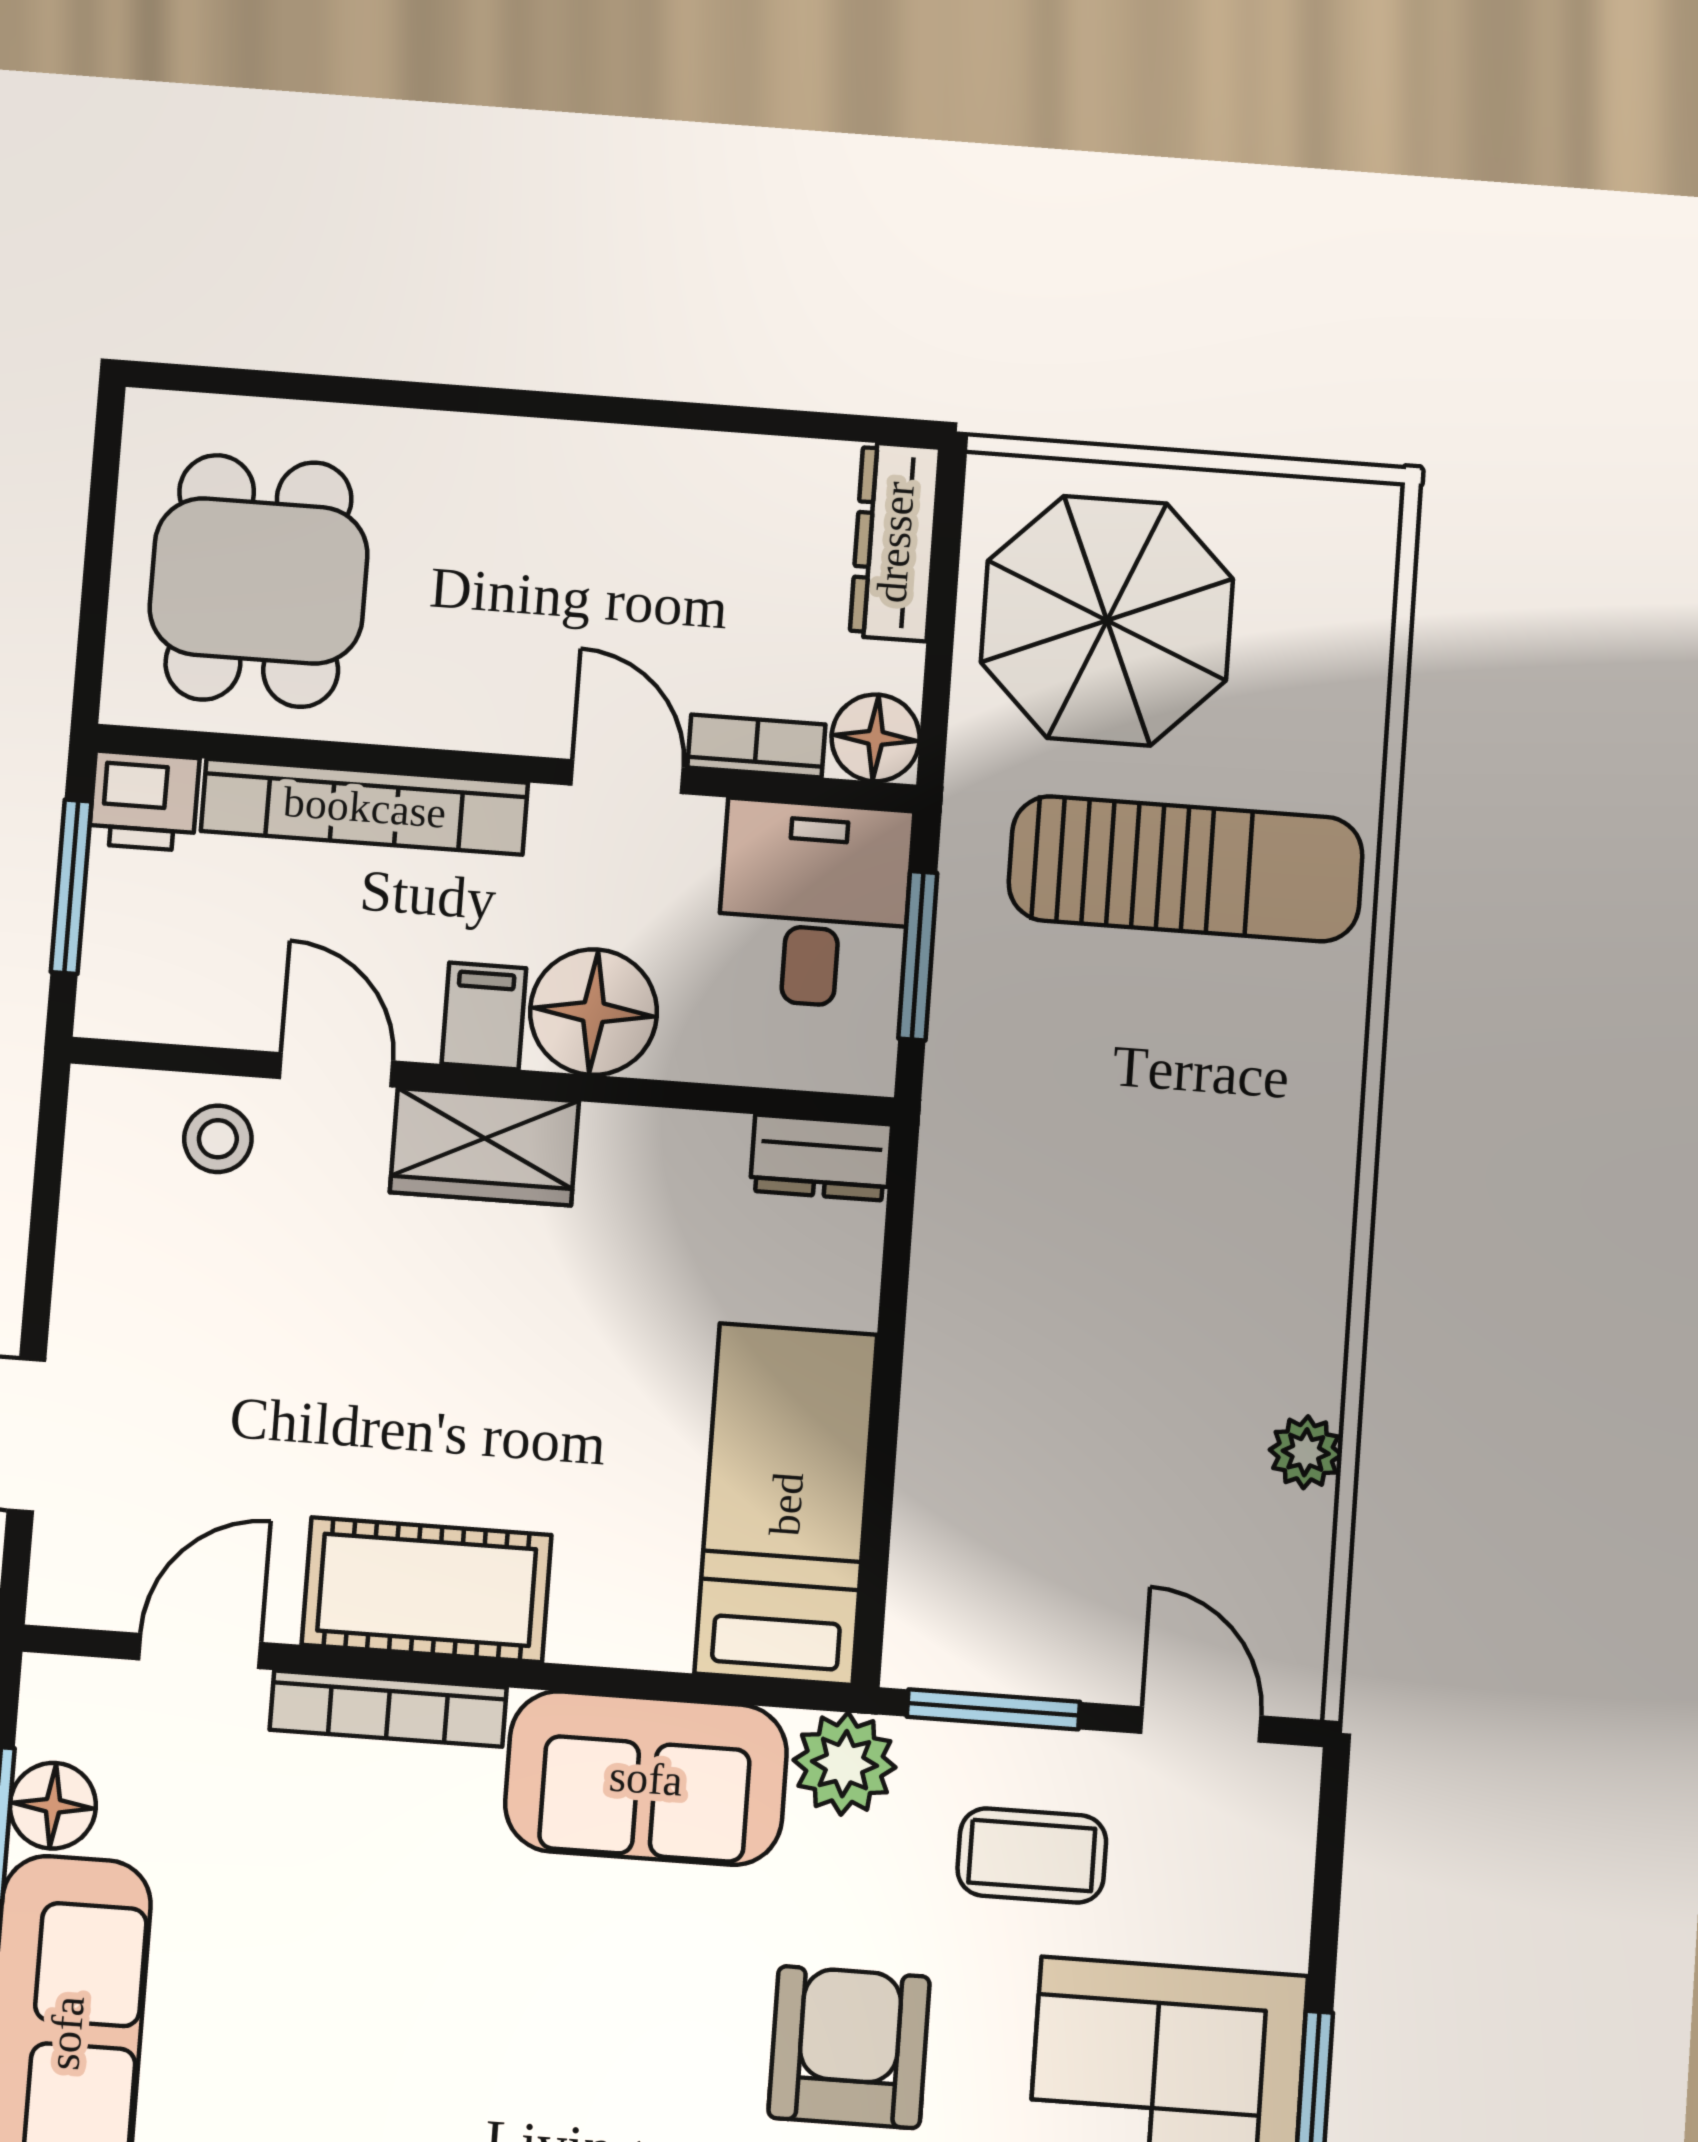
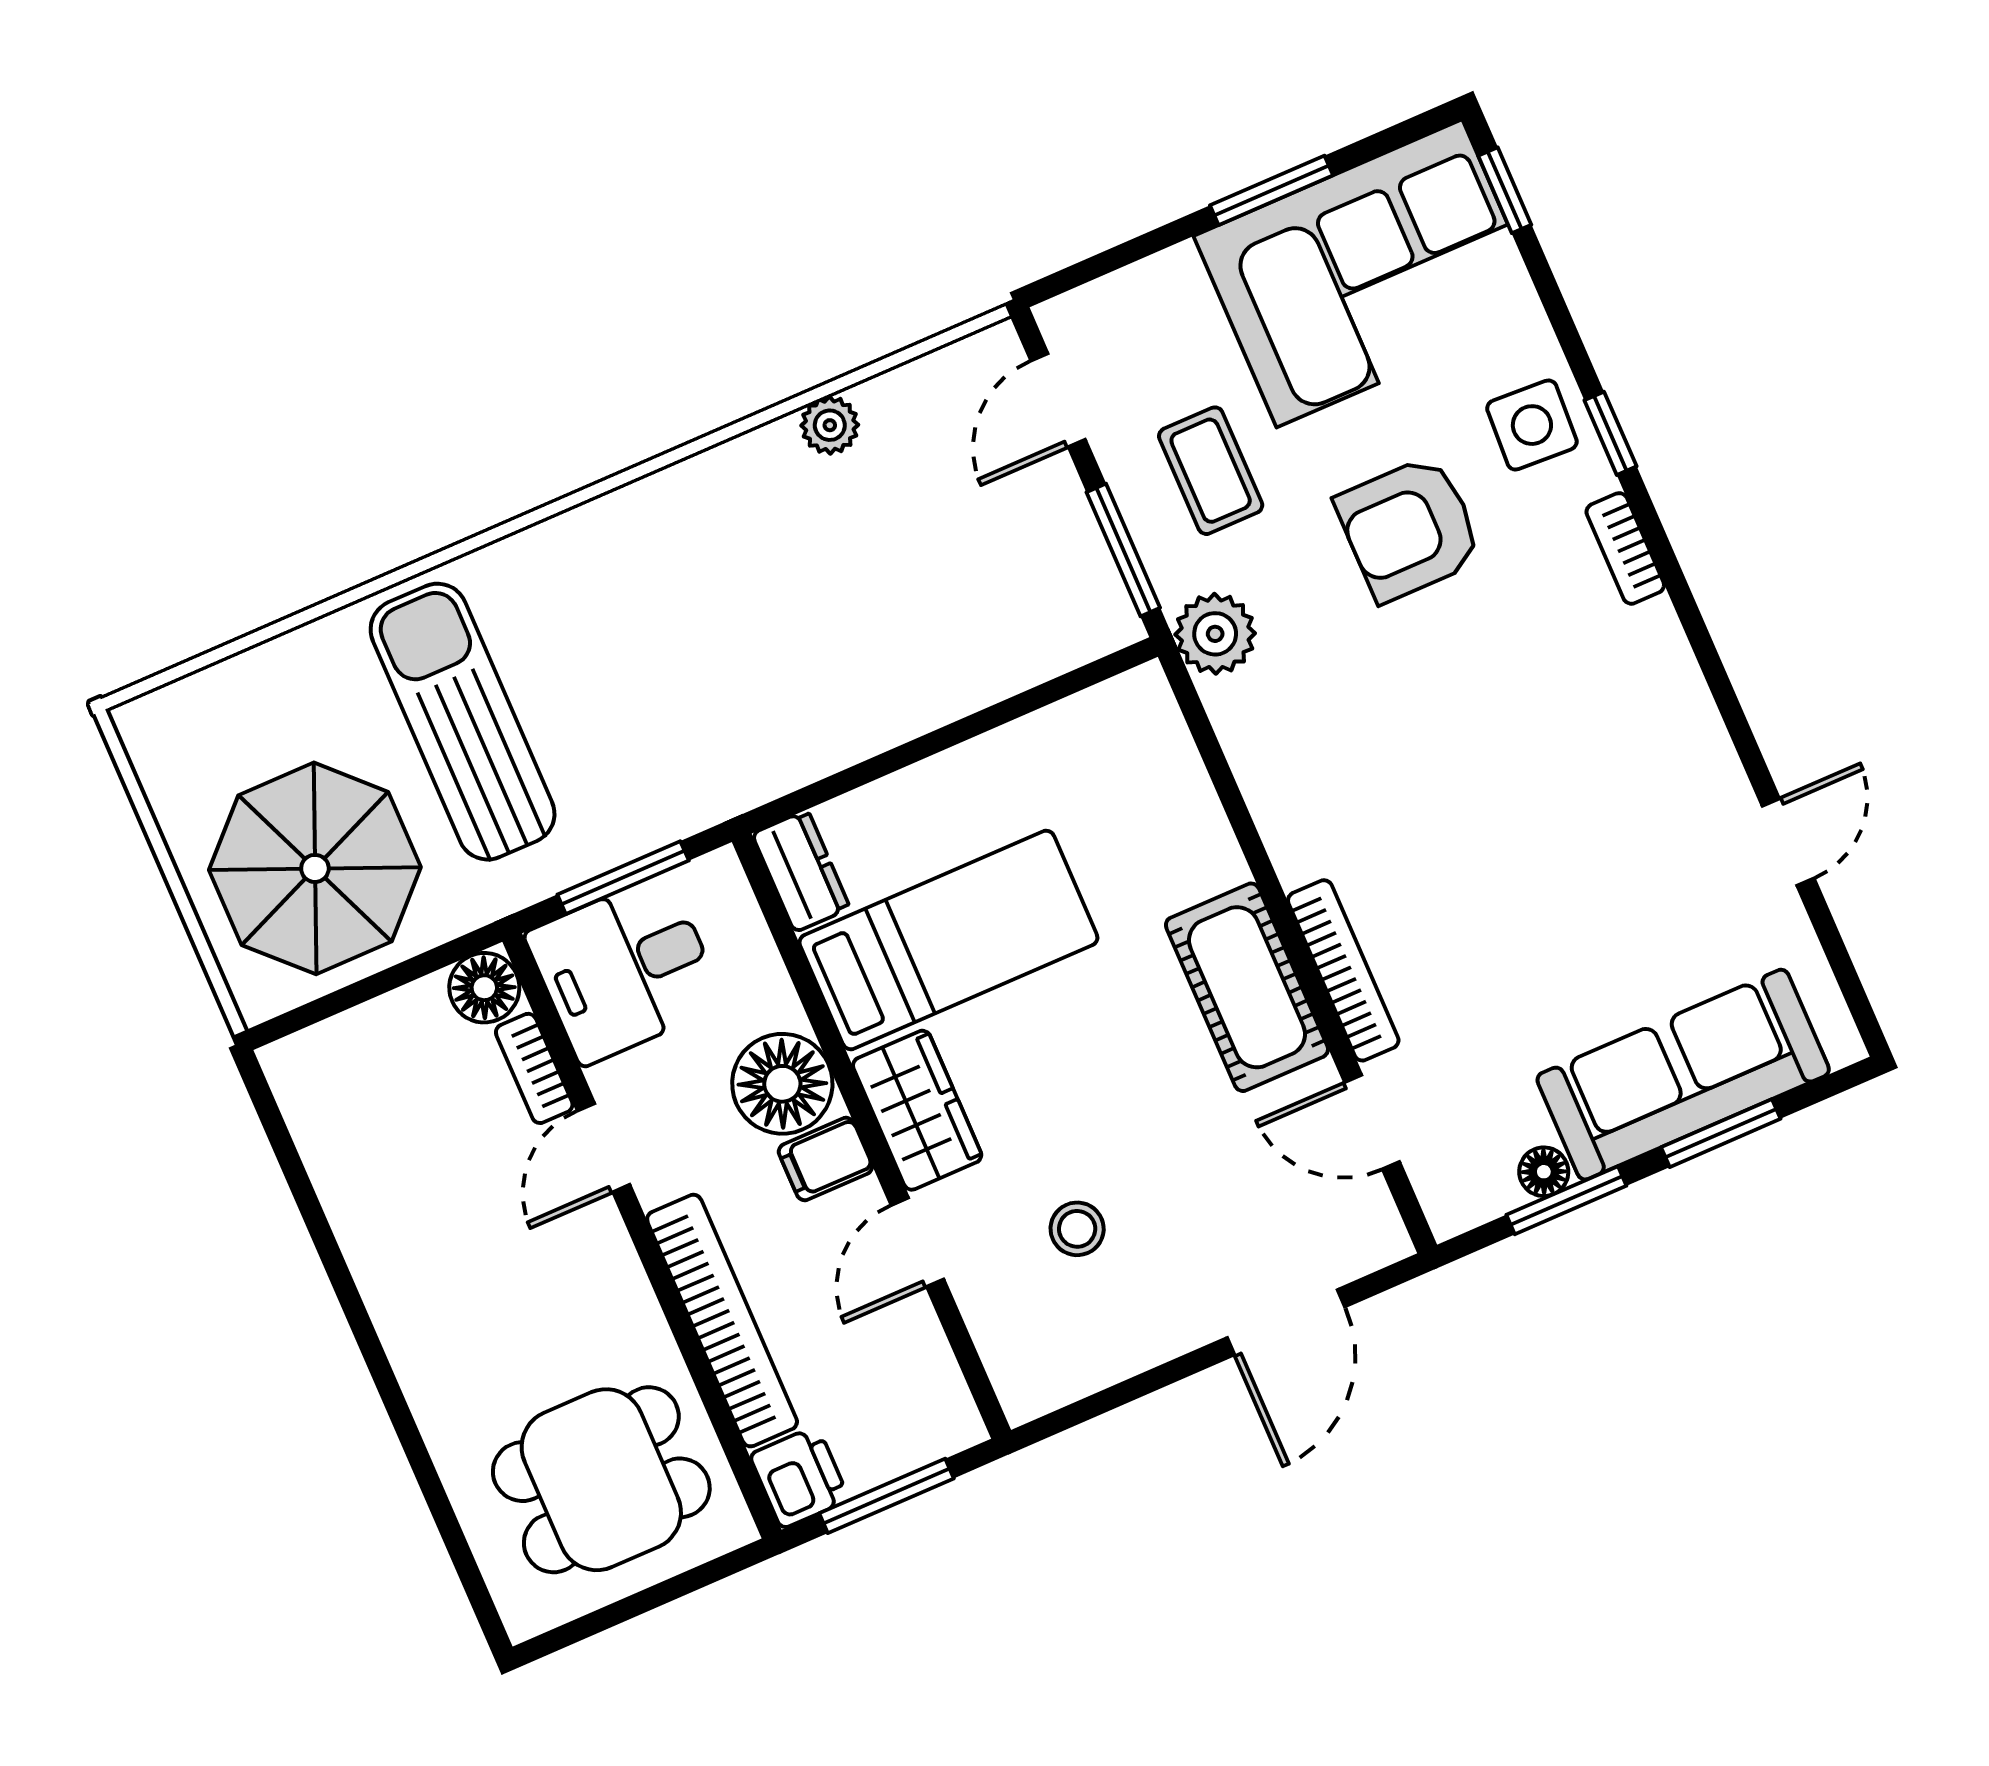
dresser: (895, 542) -> (337, 1047), removed
stool: (218, 1139) -> (1077, 1229), moved
bed: (786, 1504) -> (948, 940), moved, turned 180
sofa: (646, 1778) -> (1297, 766), removed
floor lamp: (53, 1806) -> (1544, 1172), width x0.73, depth x0.73

